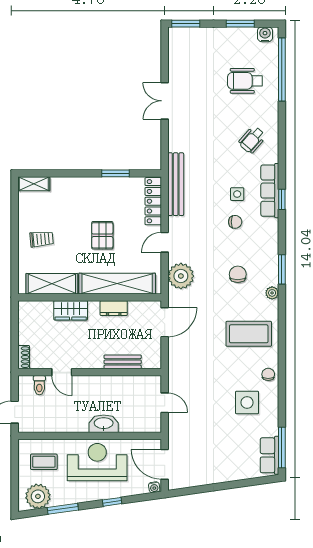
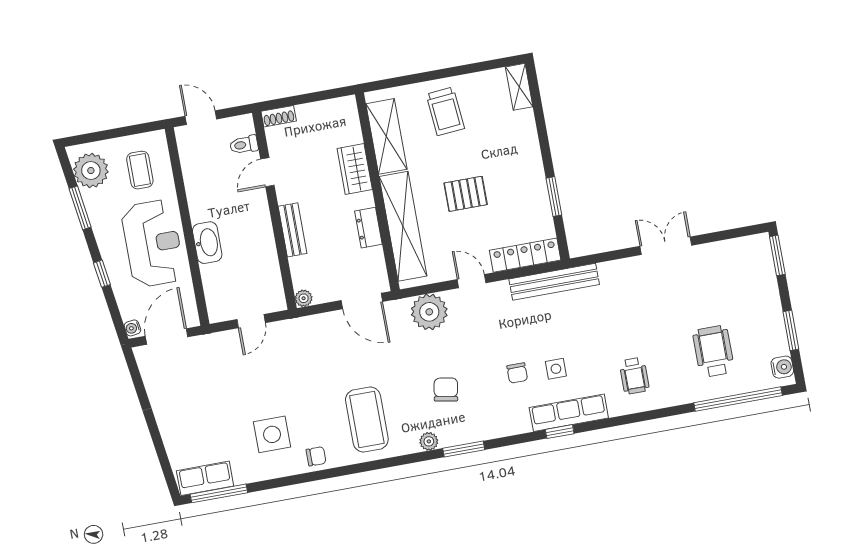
wheelchair: (252, 140) -> (634, 376), turned -131
trolley: (42, 239) -> (445, 111), width x1.36, depth x1.39
chair: (238, 274) -> (446, 390), turned -80
bench: (123, 362) -> (292, 230), moved
plant: (155, 363) -> (304, 298), added

